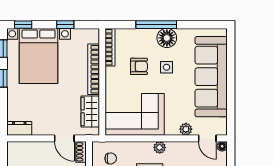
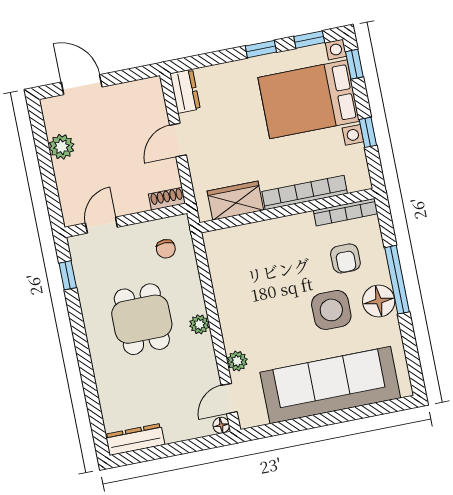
armchair: (139, 66) -> (345, 258), moved
side table: (167, 67) -> (331, 310), width x1.87, depth x1.87
corner sofa: (135, 114) -> (245, 273), removed
door: (64, 138) -> (178, 140), moved

